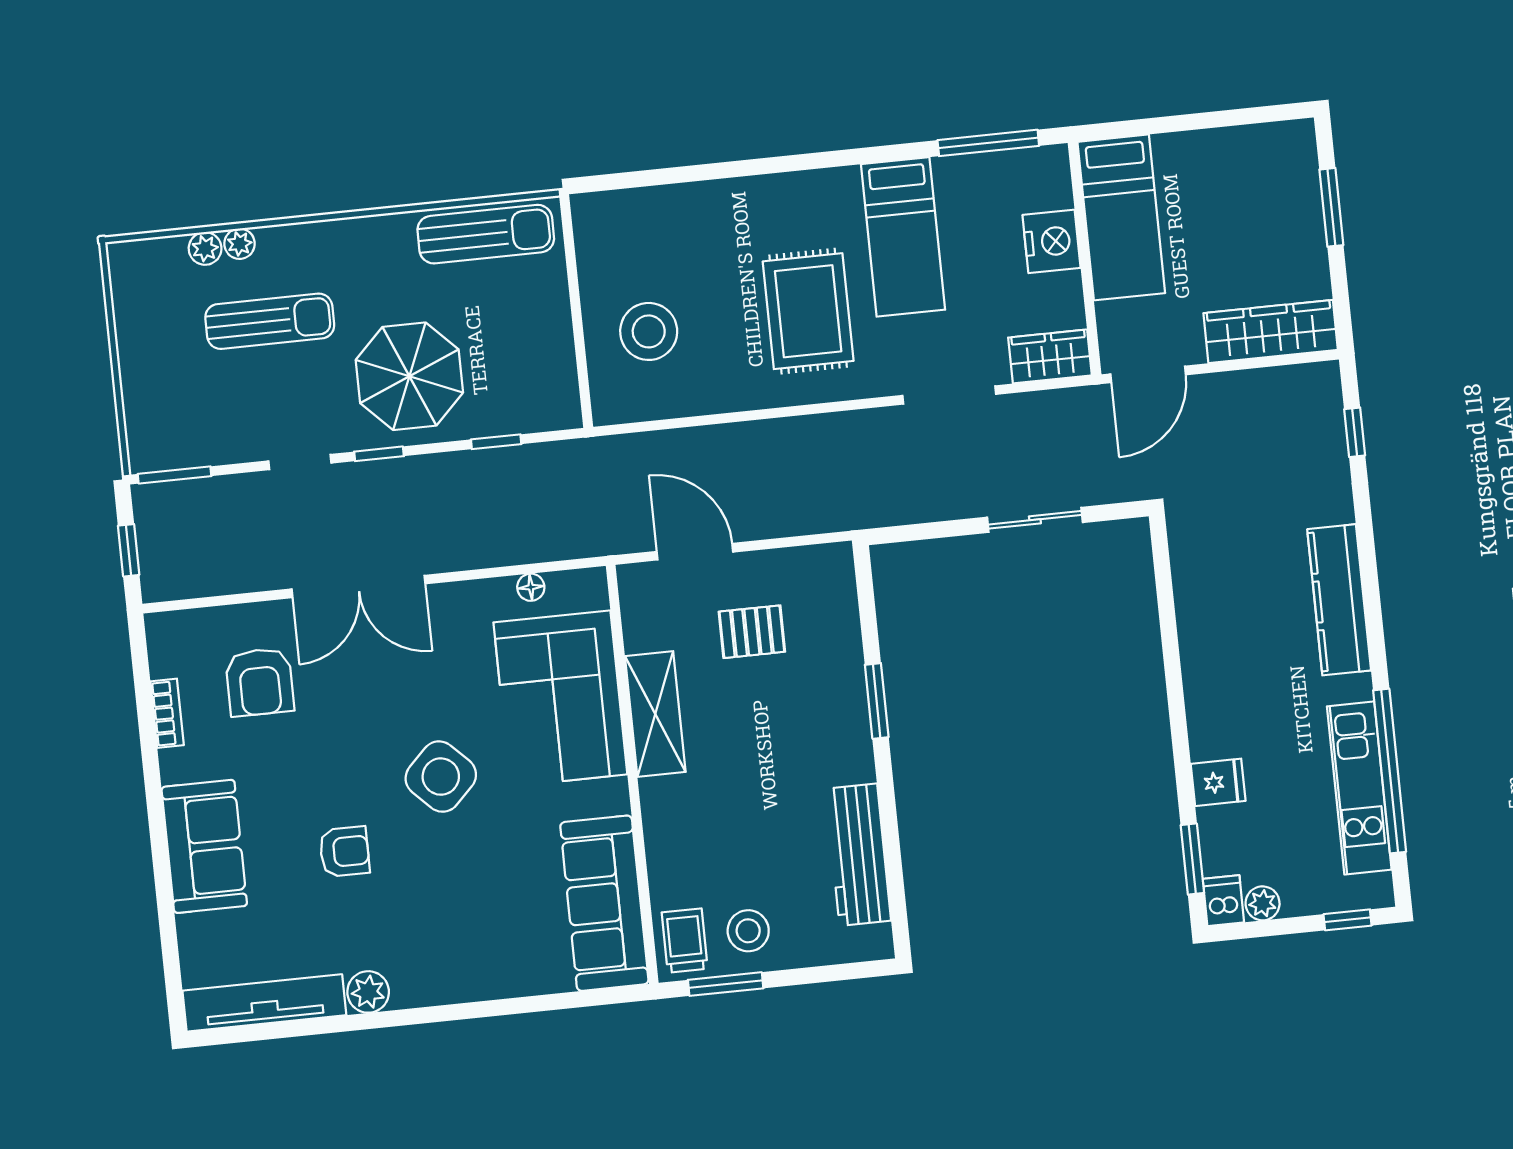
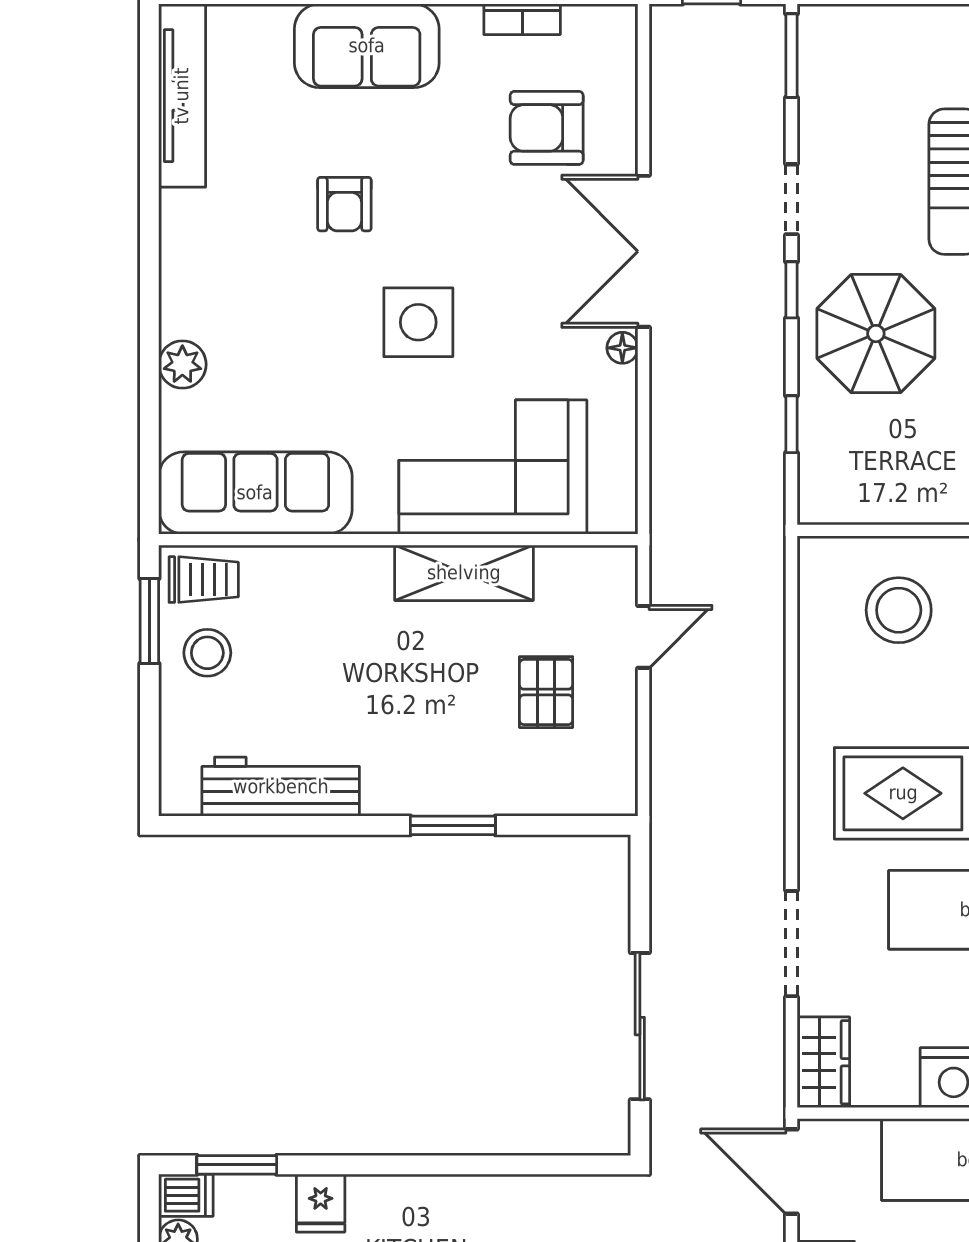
sliding door: (1035, 520) -> (640, 1026), width x1.37
door: (695, 552) -> (643, 637), width x0.73
floor lamp: (531, 587) -> (622, 348), moved
side table: (441, 777) -> (418, 322), turned 45
plant: (368, 992) -> (182, 364), moved

